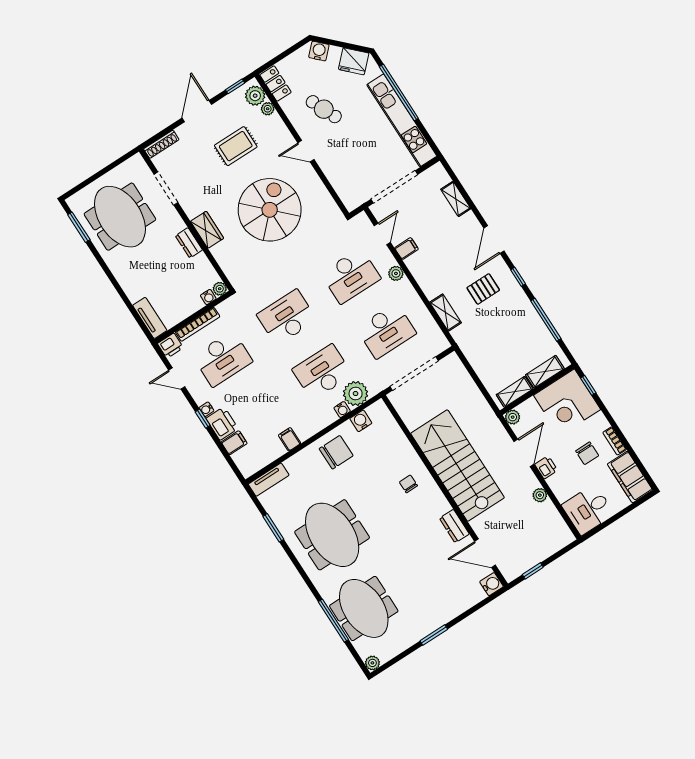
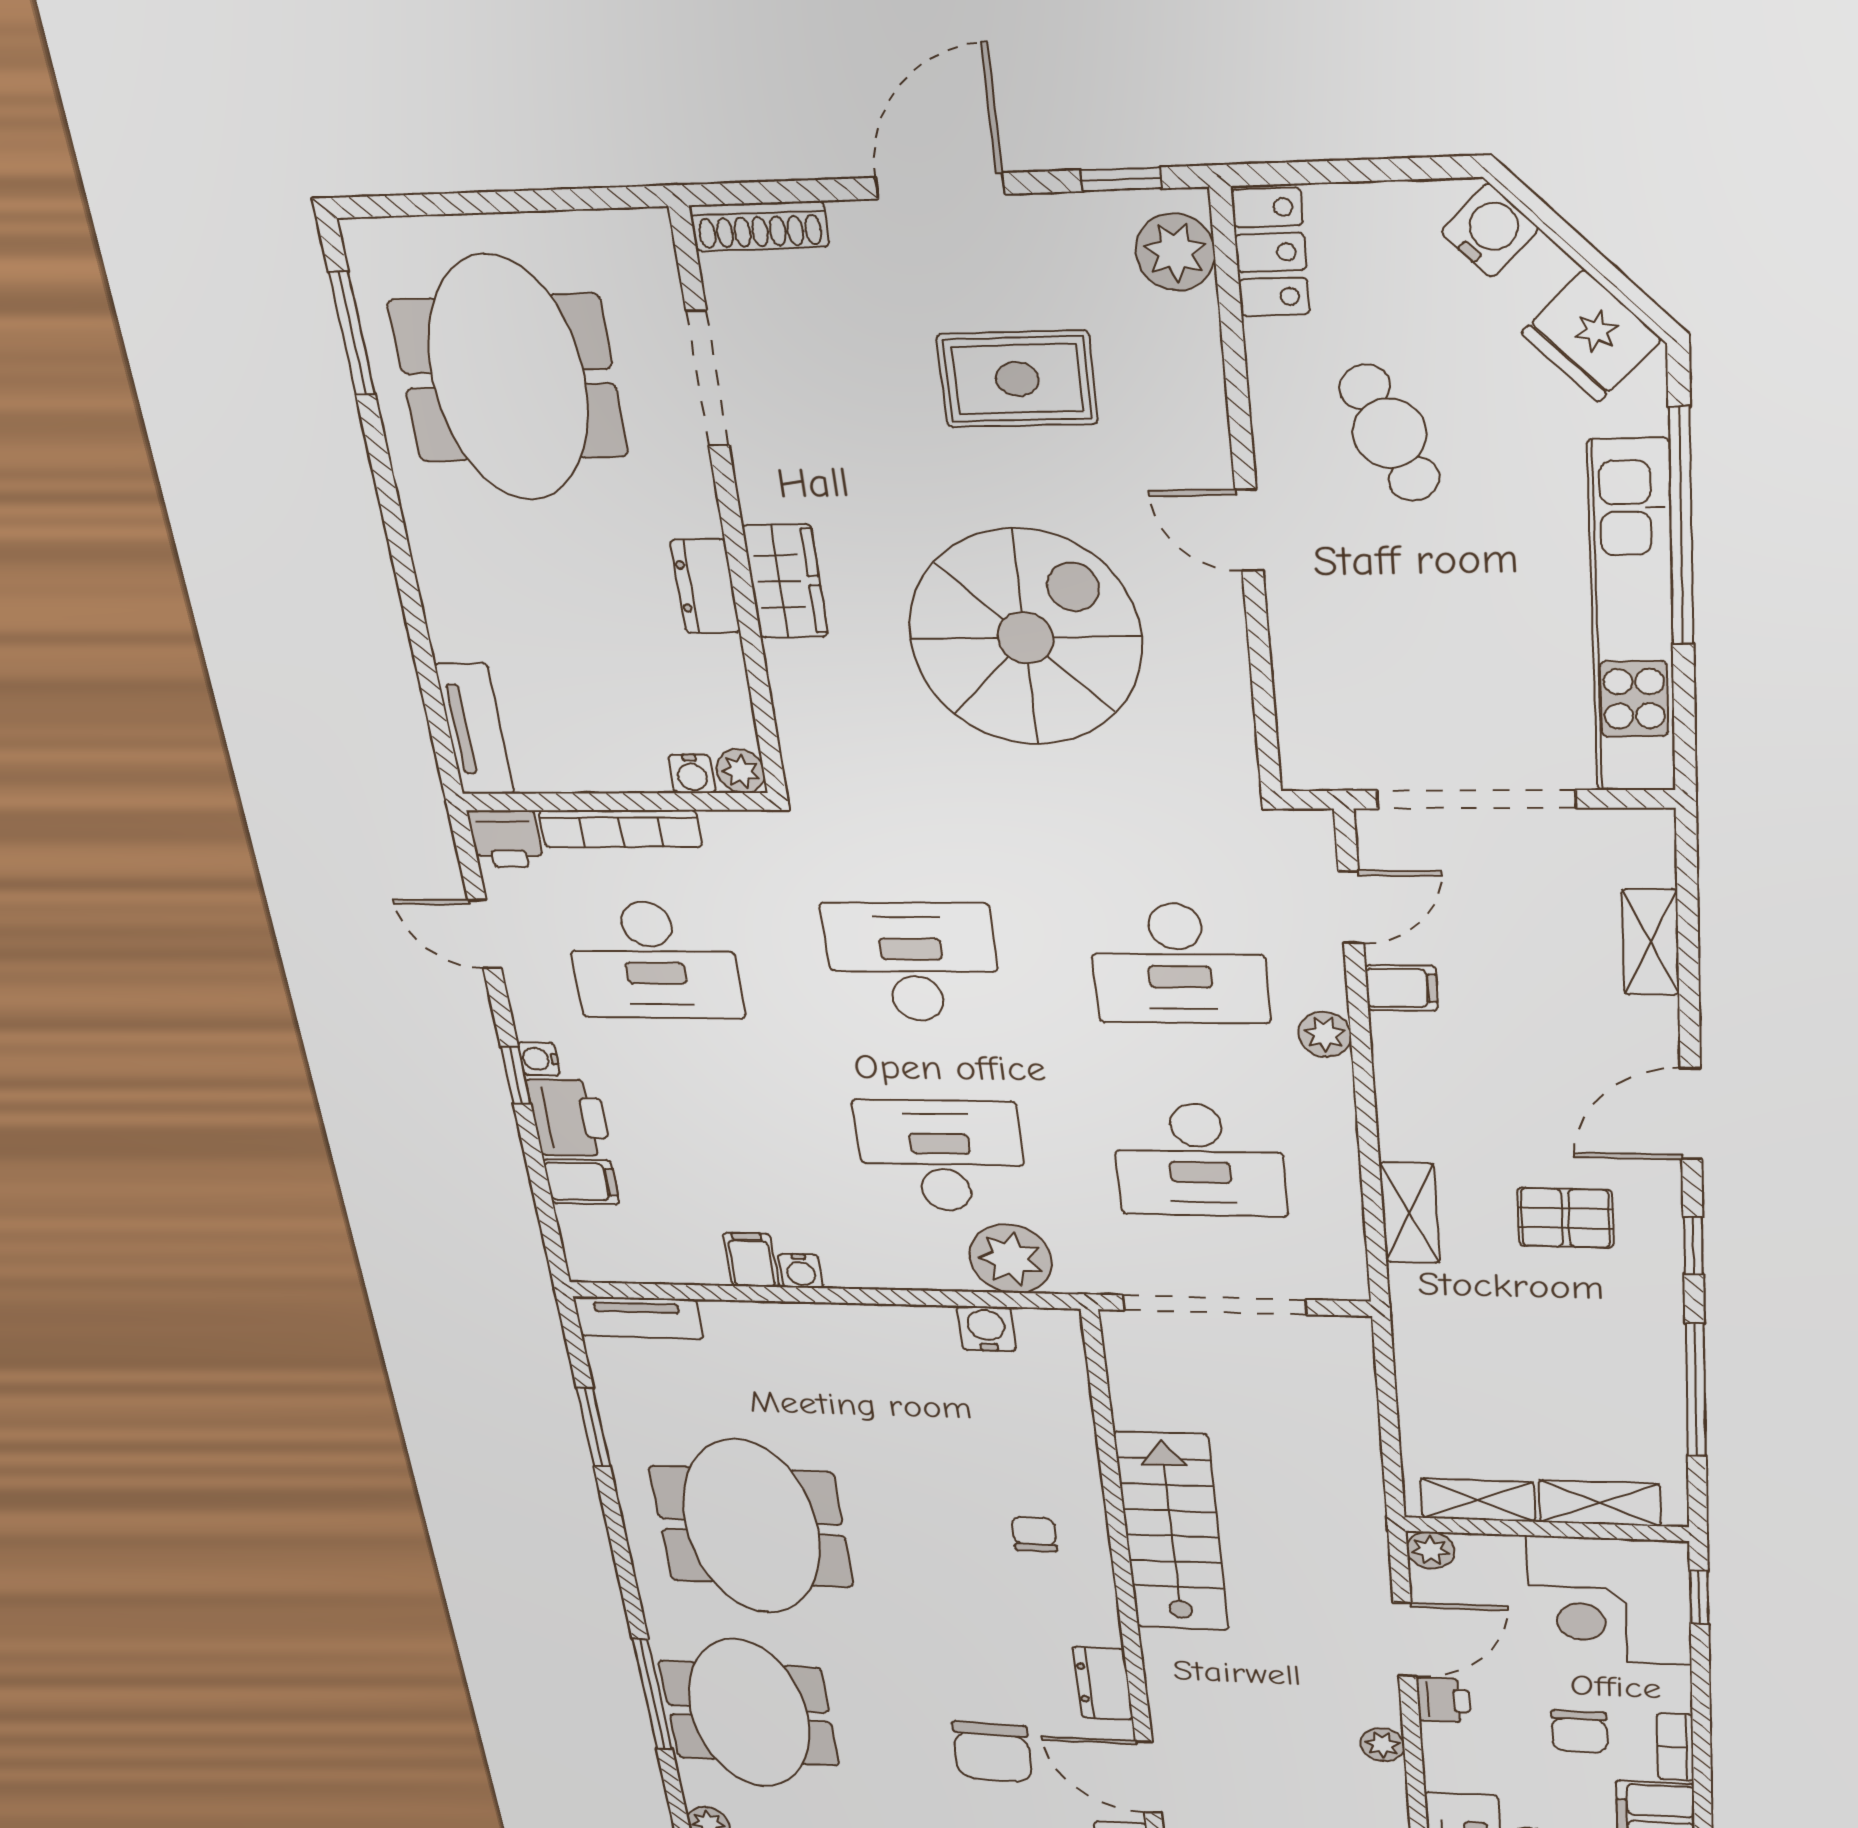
plant: (268, 109) -> (1195, 321), removed
water cooler: (342, 410) -> (801, 1271), moved
chair: (336, 452) -> (992, 1752), moved, turned 92
stairs: (458, 465) -> (1172, 1532), width x0.73, depth x0.66

